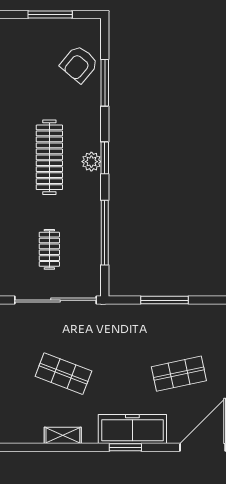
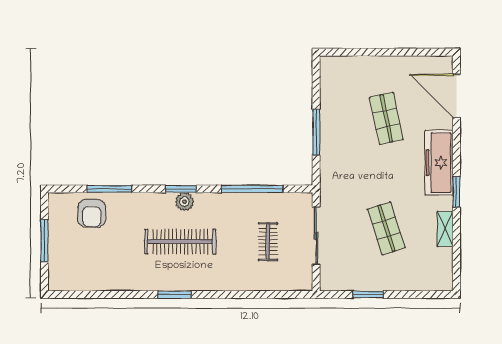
armchair: (79, 64) -> (92, 213), turned 50
clothes rail: (49, 249) -> (268, 242), turned 90
sliding door: (56, 300) -> (316, 236), width x0.73
shop shelf: (63, 374) -> (386, 228), turned -39
window: (125, 447) -> (456, 192), moved

